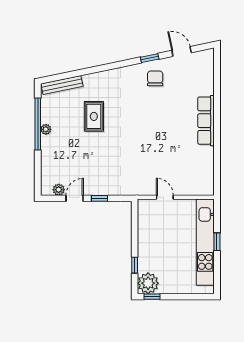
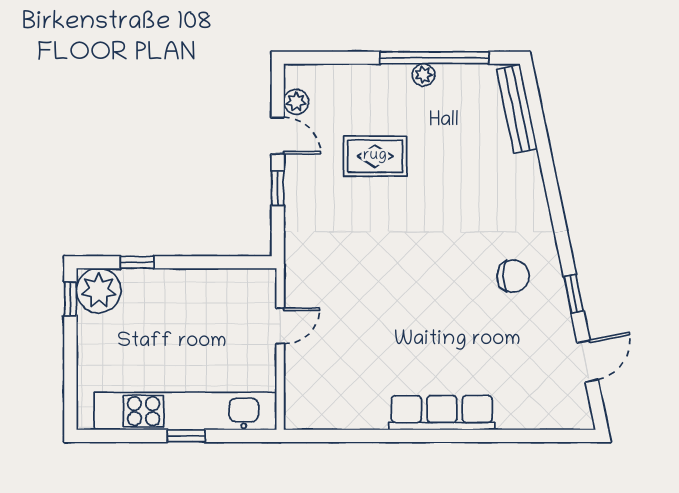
chair: (155, 78) -> (513, 276), moved
rug: (94, 116) -> (375, 156), moved

